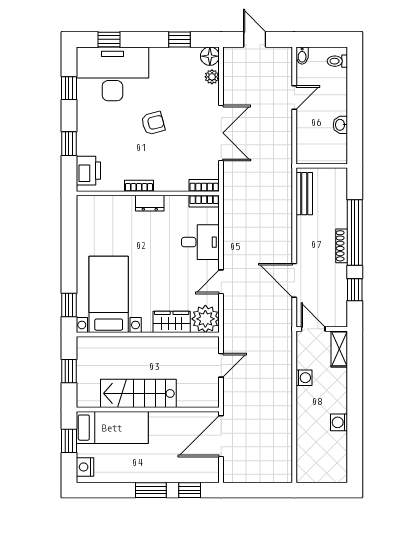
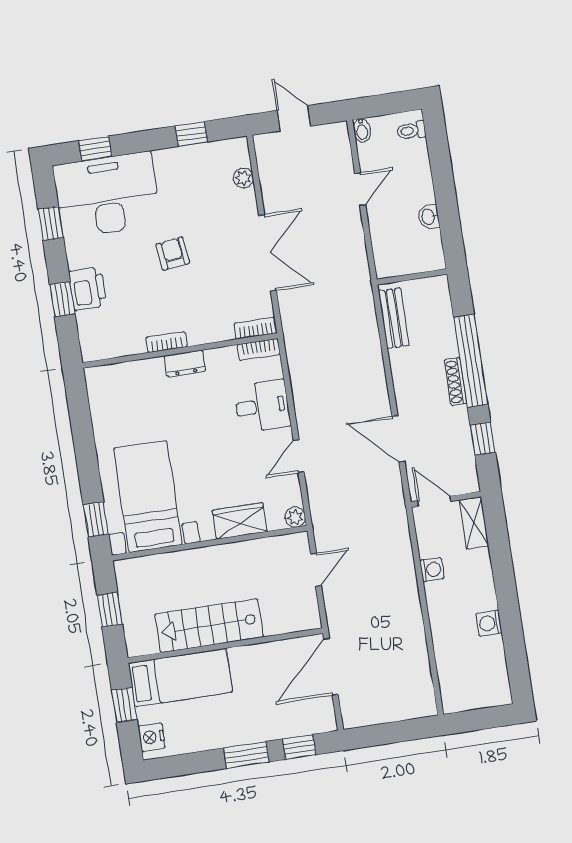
floor lamp: (210, 56) -> (236, 150), removed
armchair: (153, 123) -> (173, 254), turned -82
printer: (88, 171) -> (88, 289), moved
plant: (205, 319) -> (295, 517), width x0.53, depth x0.53

